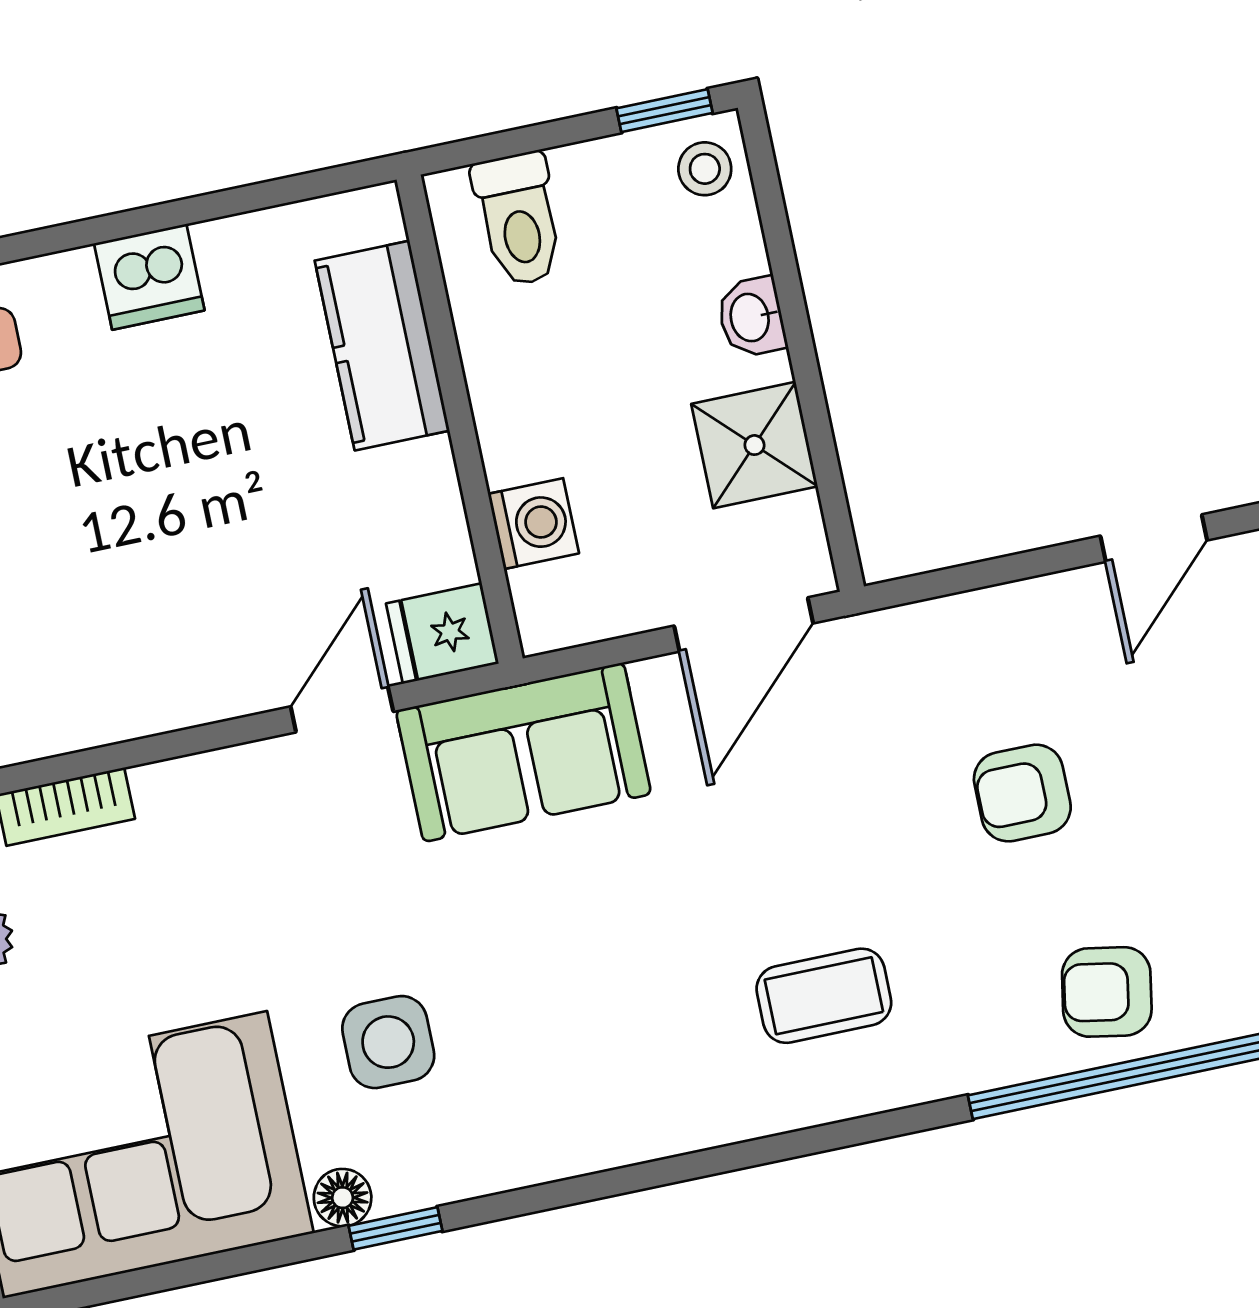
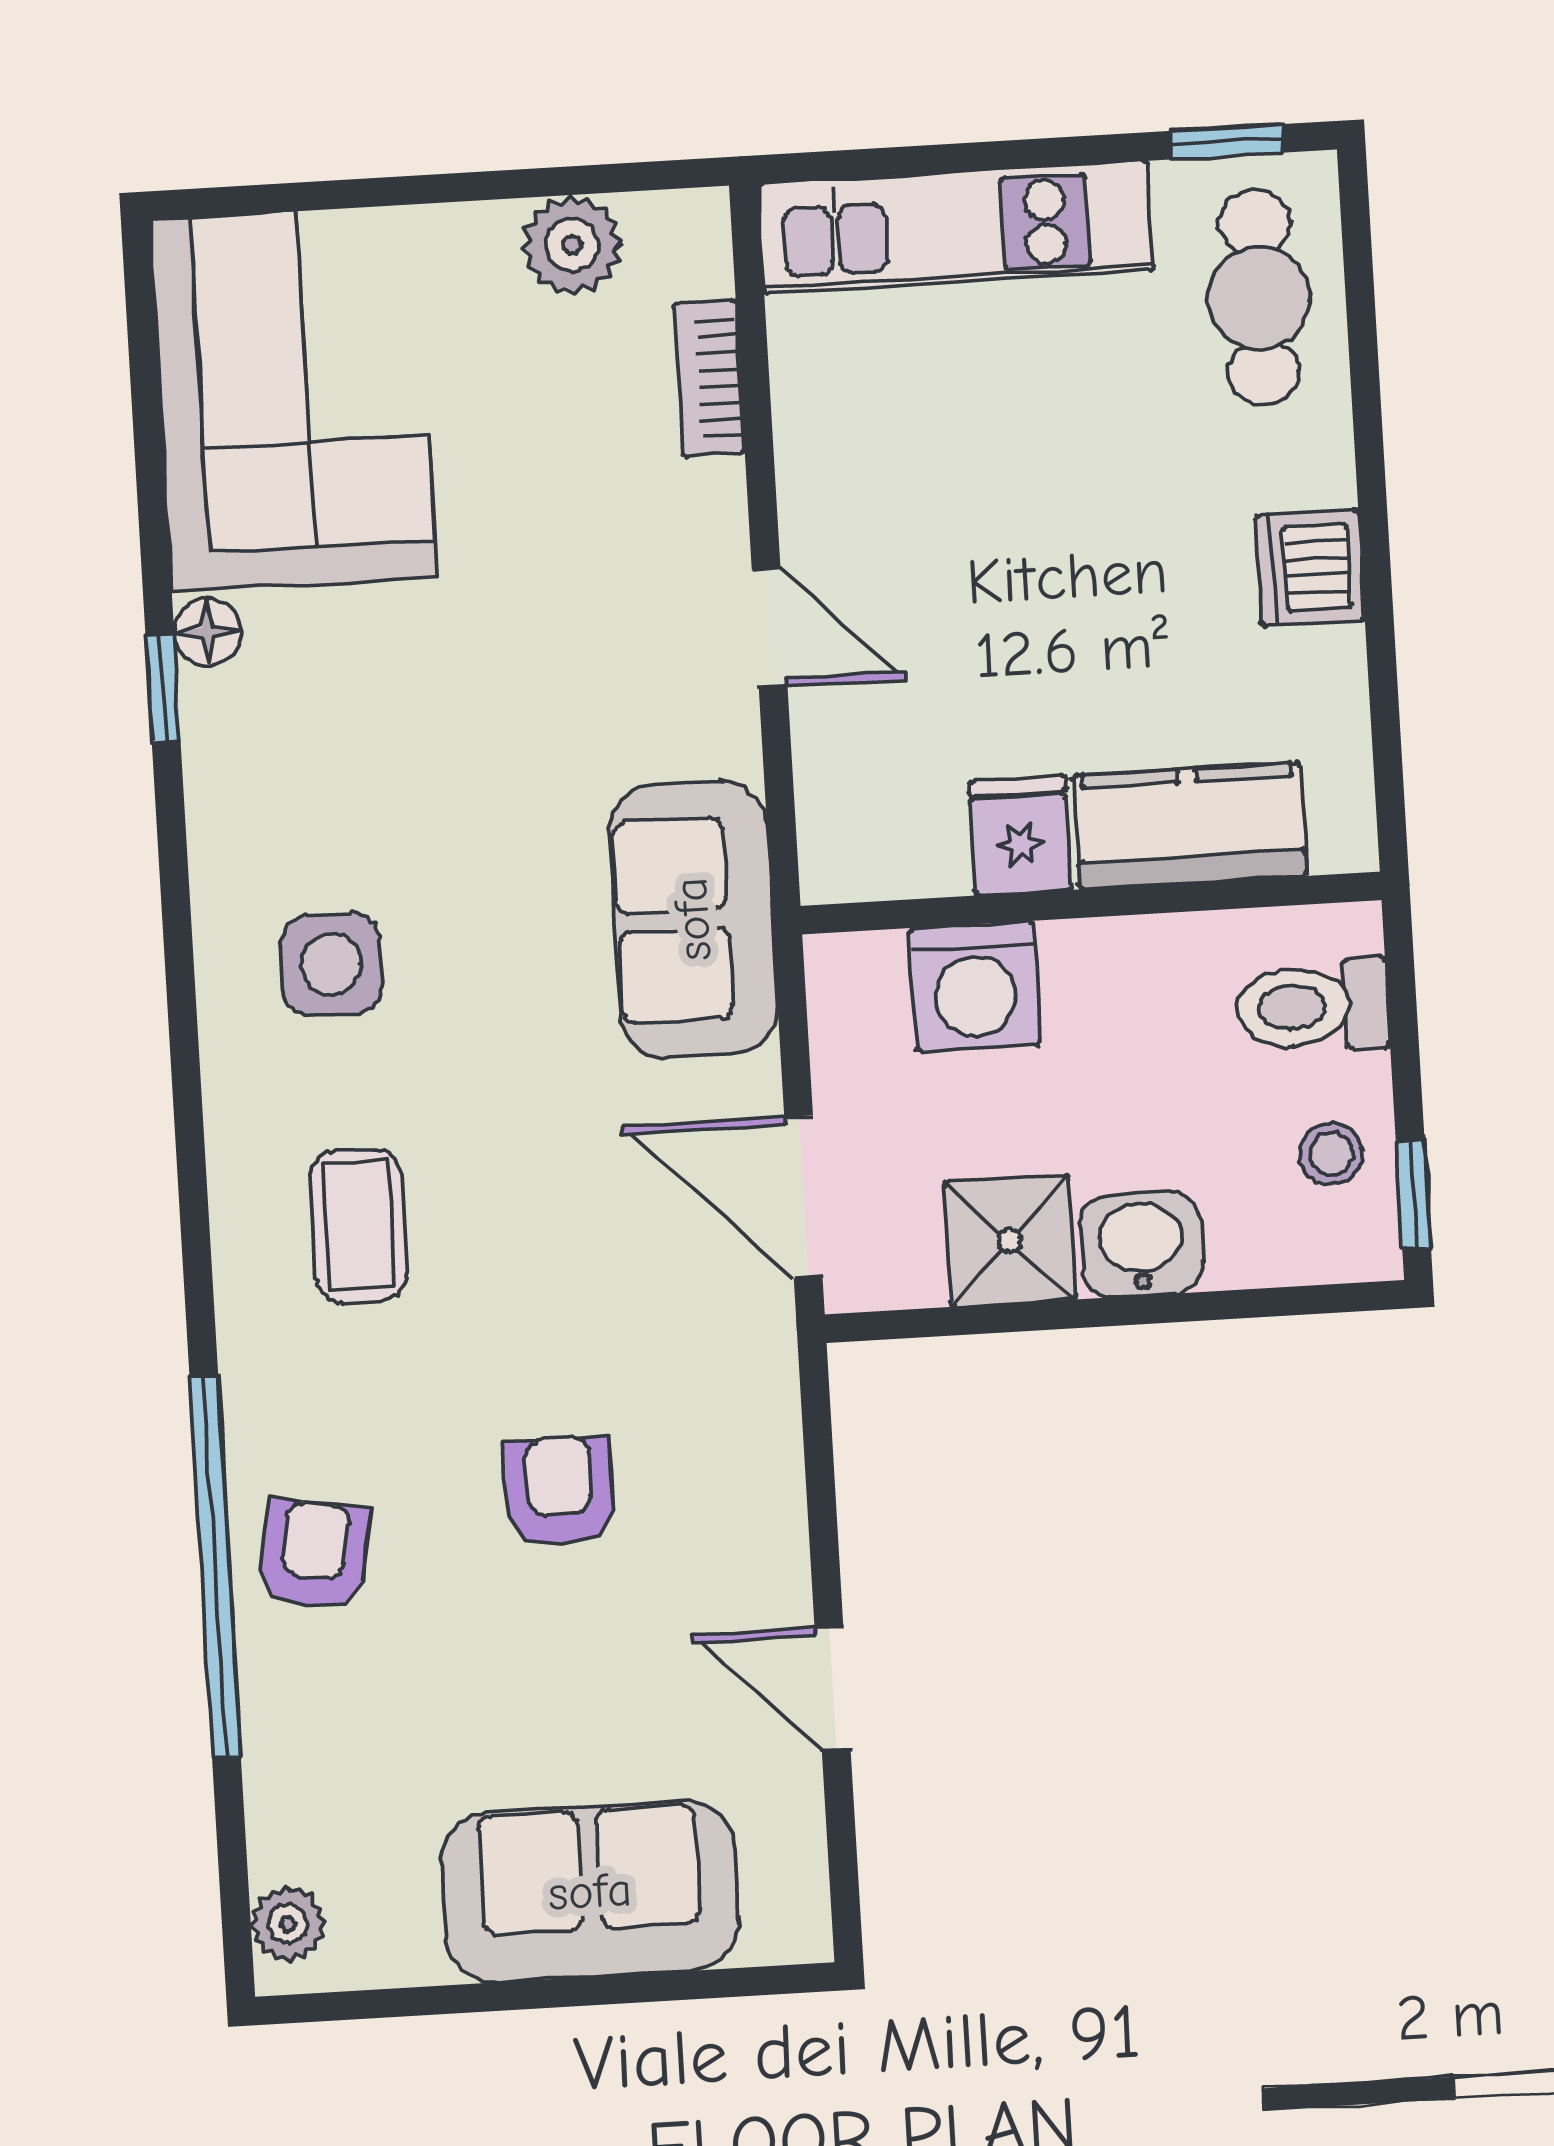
stool: (705, 169) -> (1331, 1154), moved
washbasin: (751, 317) -> (1141, 1244), width x1.38, depth x1.45
washing machine: (533, 524) -> (975, 986), width x1.38, depth x1.38
fridge: (442, 634) -> (1020, 835), moved
door: (342, 709) -> (770, 628), moved
side table: (388, 1042) -> (331, 964), moved

